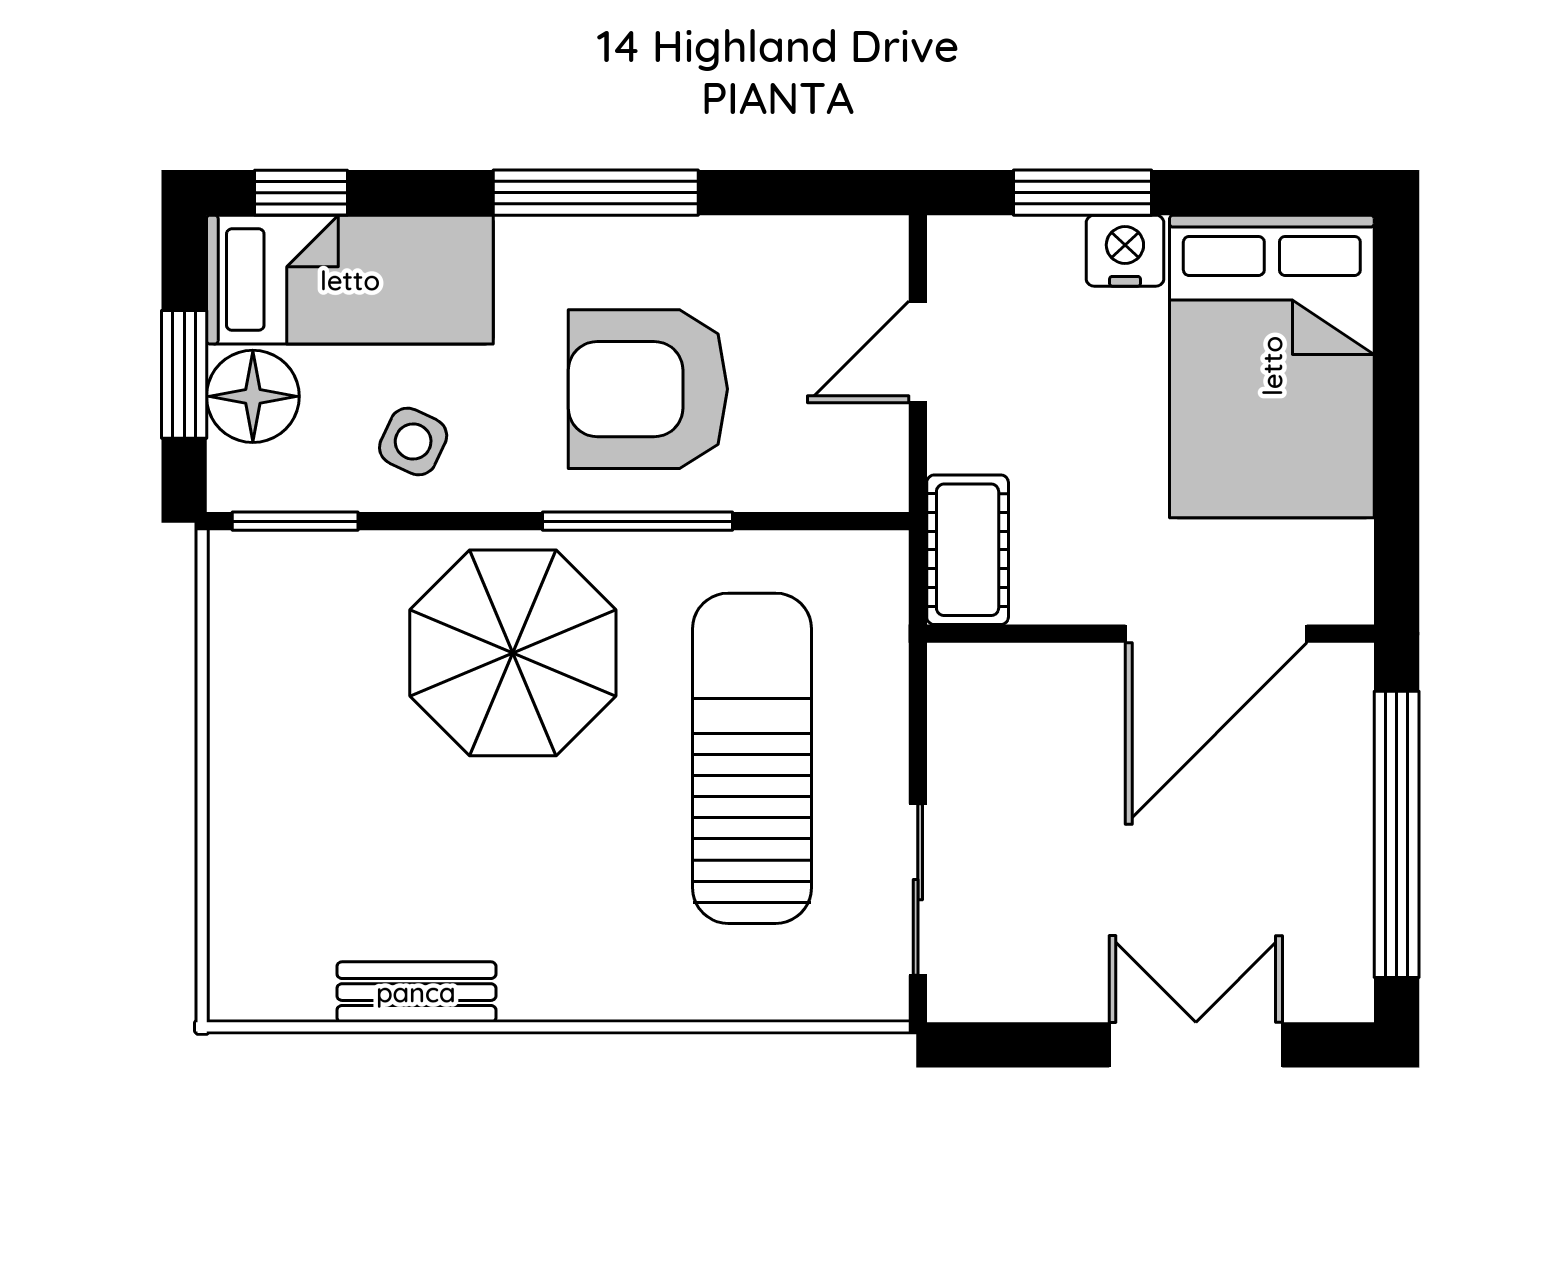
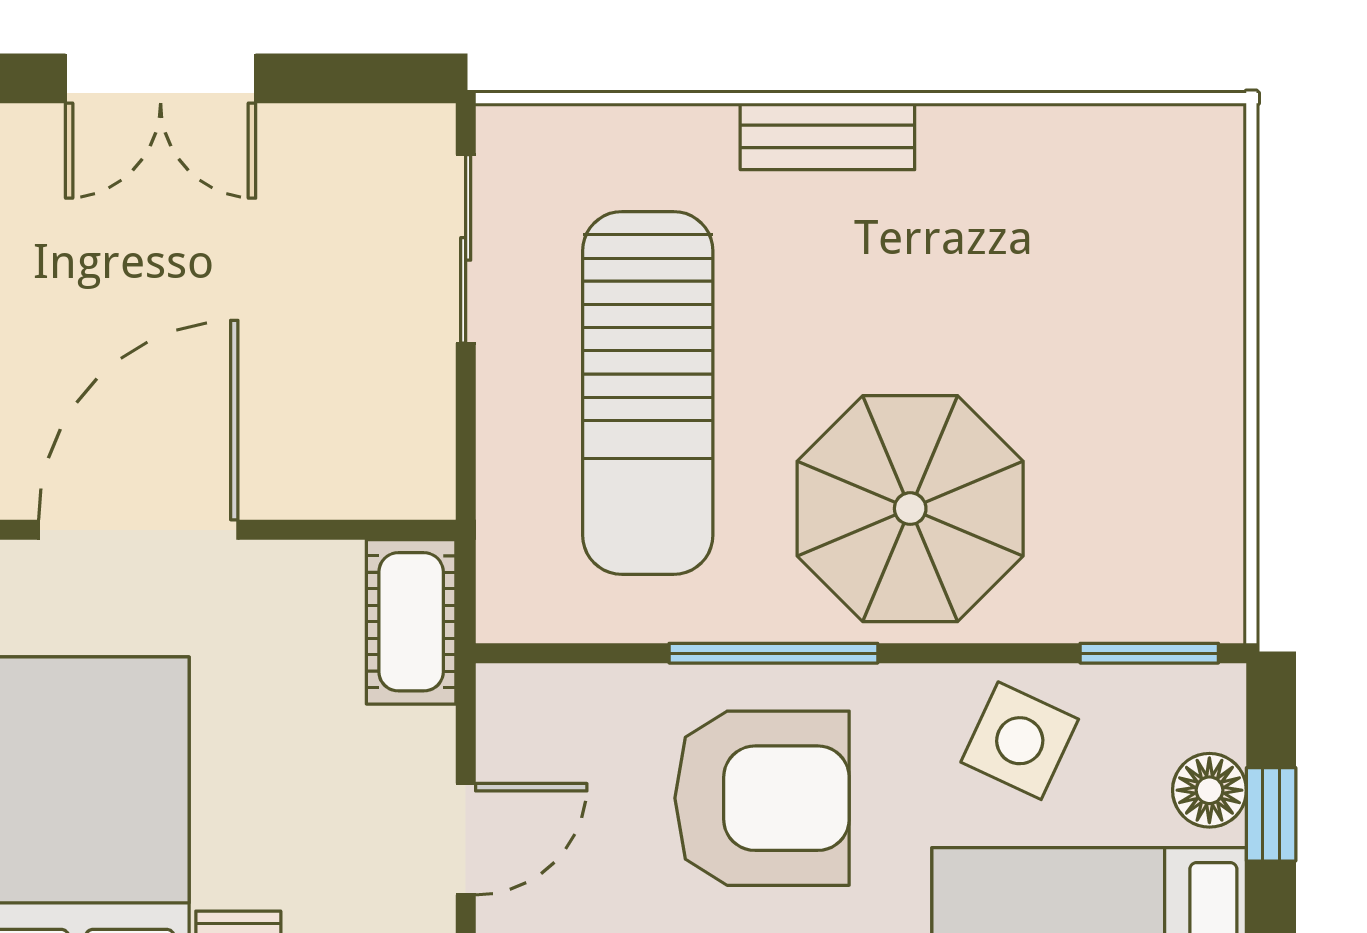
window: (184, 374) -> (1271, 814), width x0.67
floor lamp: (253, 396) -> (1209, 790), width x0.73, depth x0.73
side table: (413, 442) -> (1020, 741), width x1.37, depth x1.37
bench: (416, 992) -> (827, 136), moved

